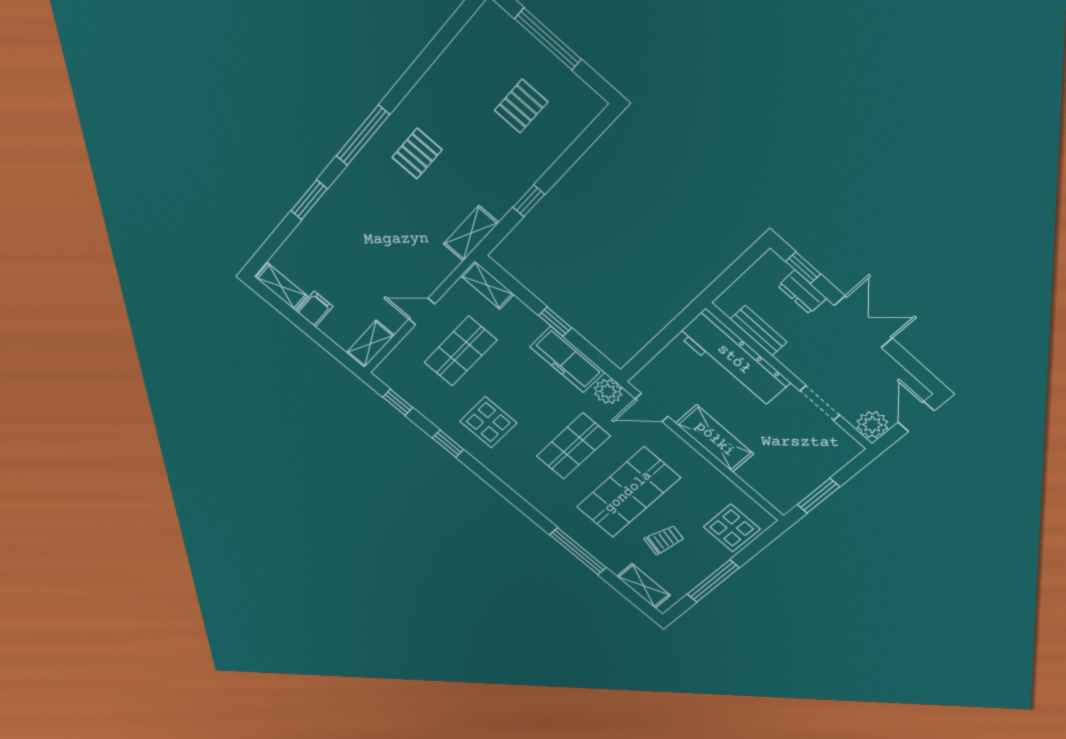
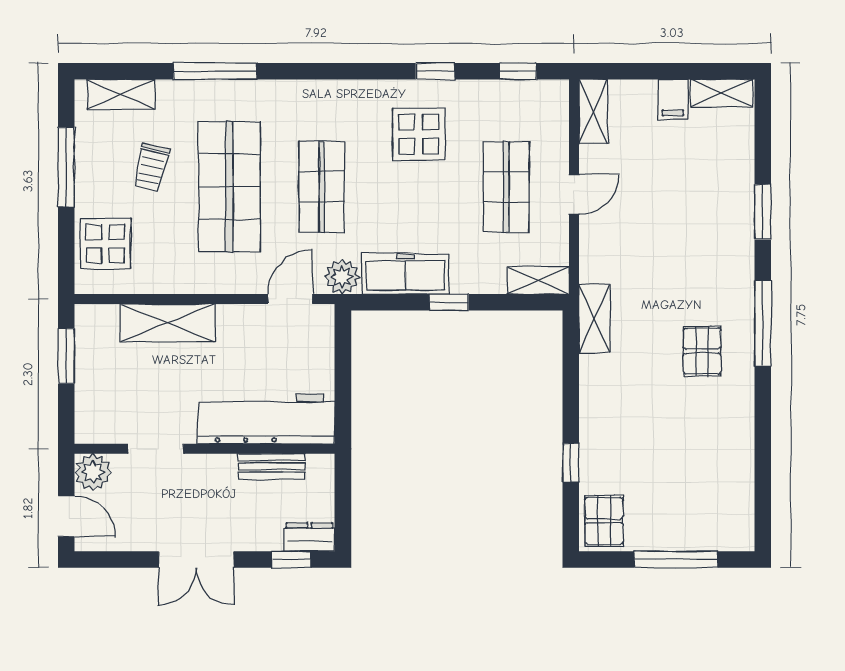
pallet: (521, 106) -> (604, 521), moved
window: (529, 201) -> (571, 463), moved
dresser: (802, 292) -> (310, 537), moved
shelving: (715, 439) -> (168, 323), moved

